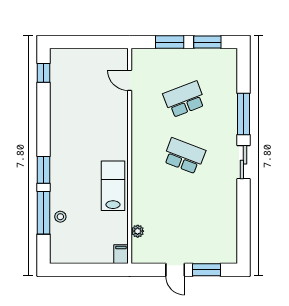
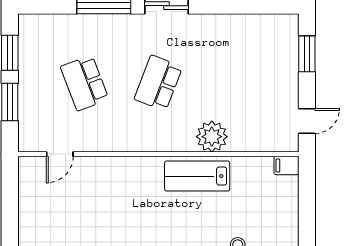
plant: (138, 231) -> (212, 137), moved, width x1.87, depth x1.87
door: (175, 270) -> (307, 121), moved

